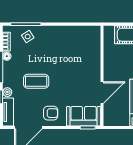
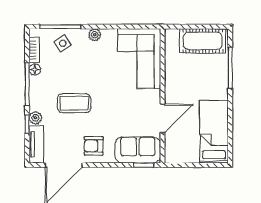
plant: (51, 30) -> (95, 35), added
corner sofa: (85, 48) -> (139, 59), added
armchair: (51, 113) -> (94, 146), turned 180

